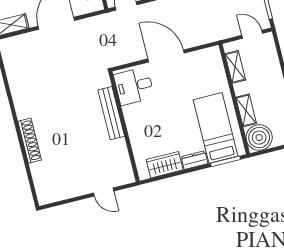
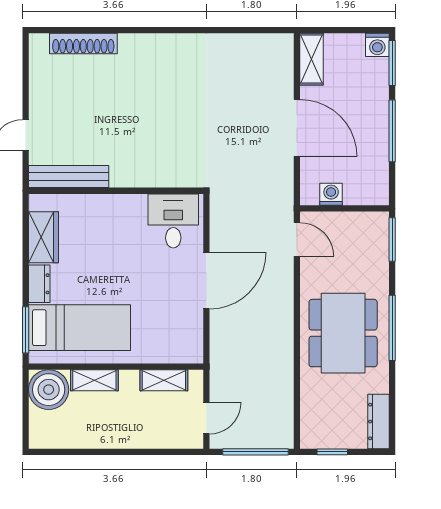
bench: (111, 113) -> (69, 177), moved
shoe rack: (30, 141) -> (83, 43), moved

